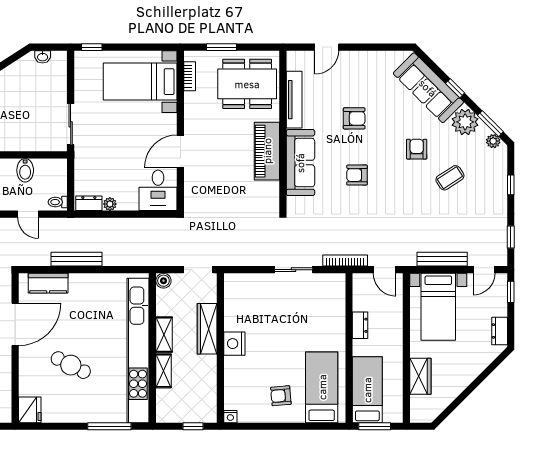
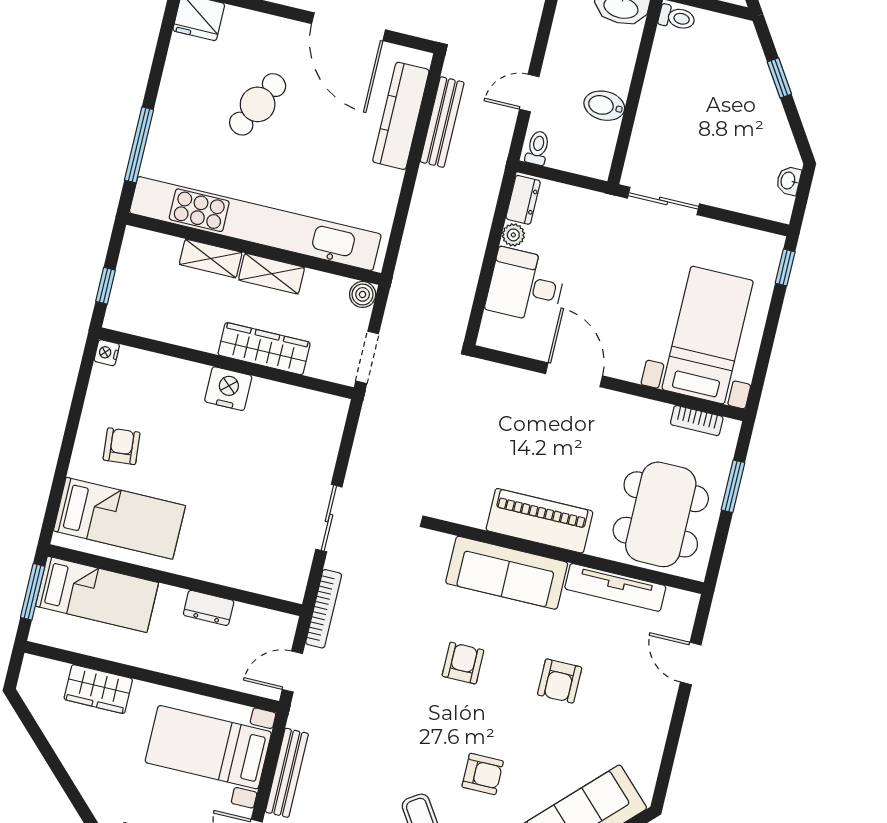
desk: (158, 190) -> (526, 286), moved
bench: (77, 259) -> (442, 122), moved
kitchen counter: (48, 283) -> (401, 116), width x1.50

